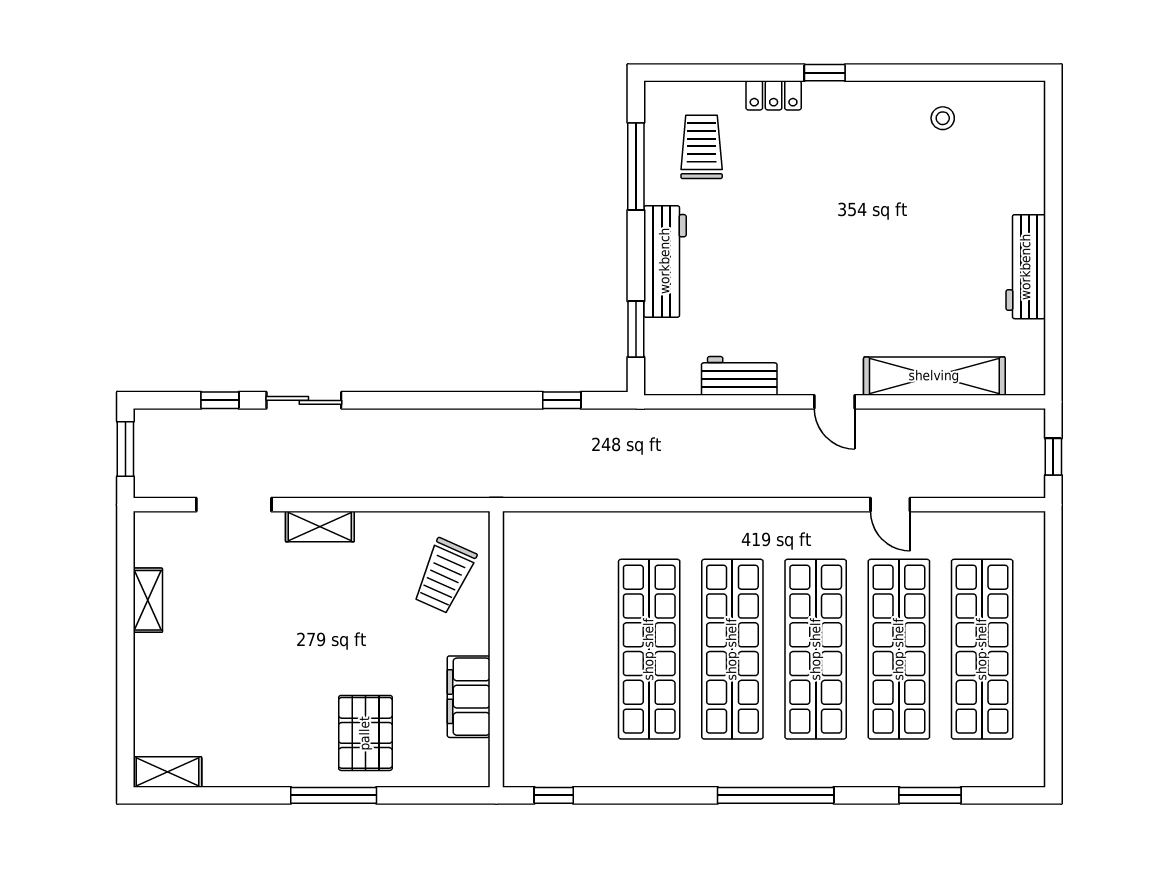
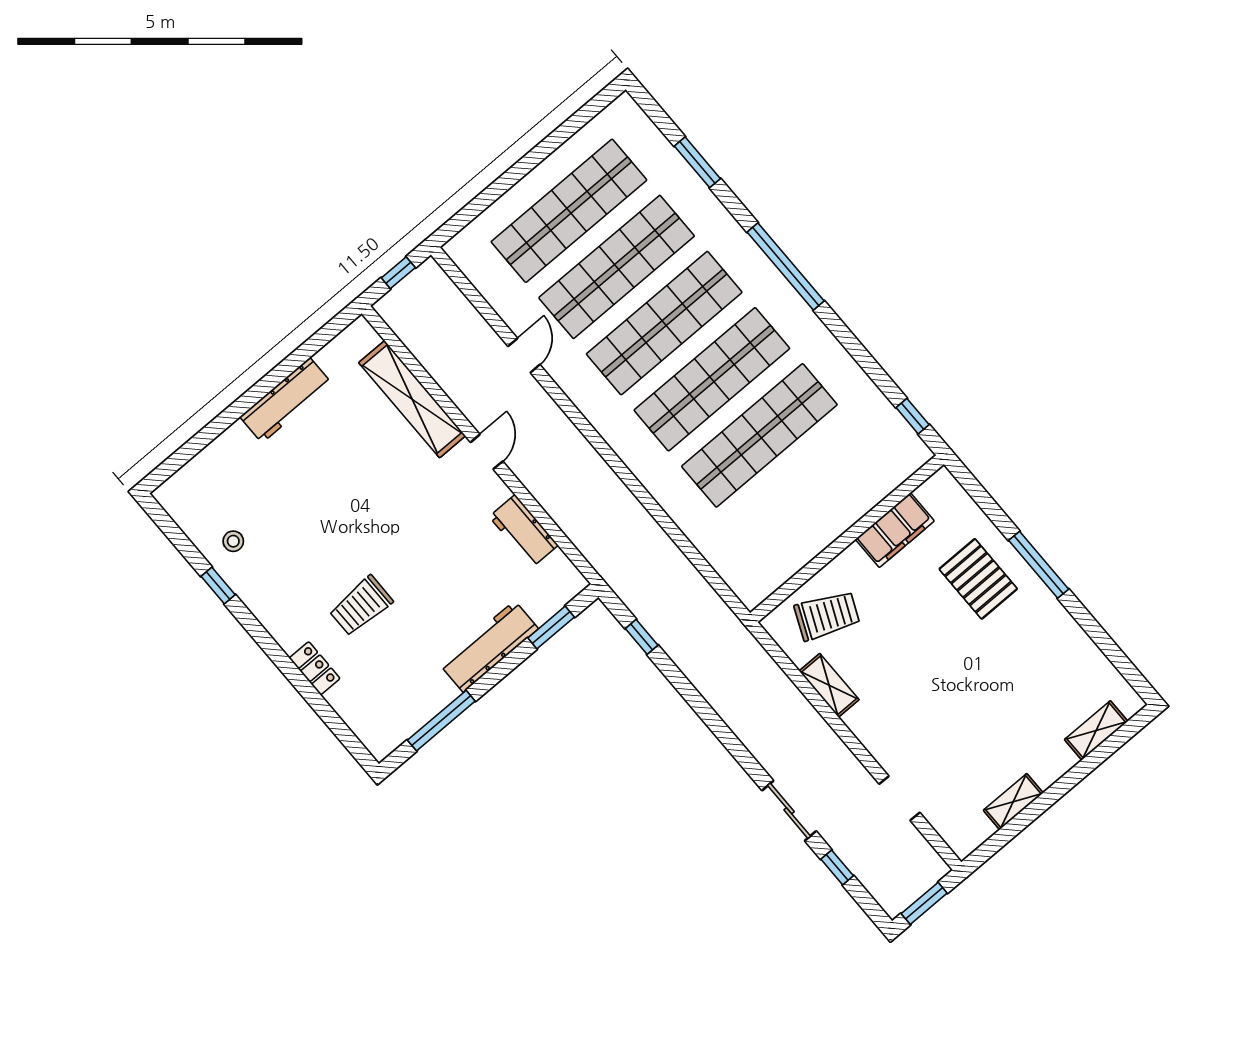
window: (825, 73) -> (218, 586), moved
trolley: (702, 147) -> (361, 606), moved
doorway: (234, 505) -> (900, 798), width x0.73
shelving: (320, 527) -> (829, 685), moved
pallet: (365, 733) -> (978, 579), turned 90
shelving: (167, 772) -> (1096, 730), moved, turned 90

